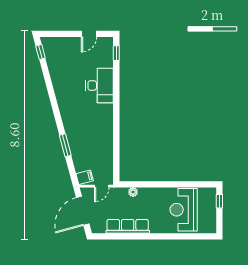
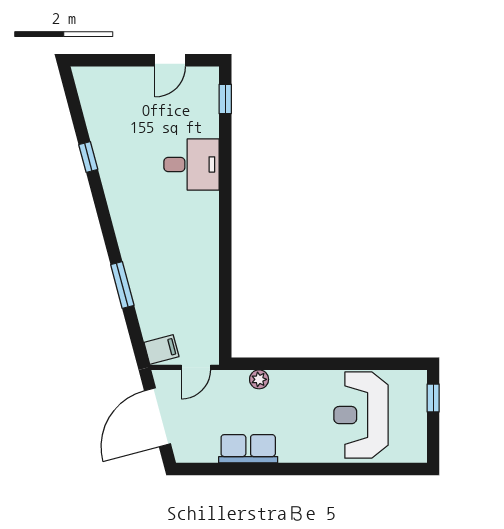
window: (40, 52) -> (88, 157), moved
desk: (100, 86) -> (191, 164), width x0.73
row of seats: (128, 226) -> (248, 449), width x0.68

